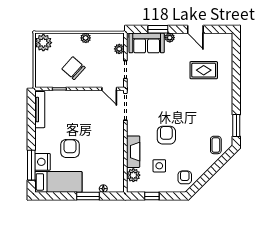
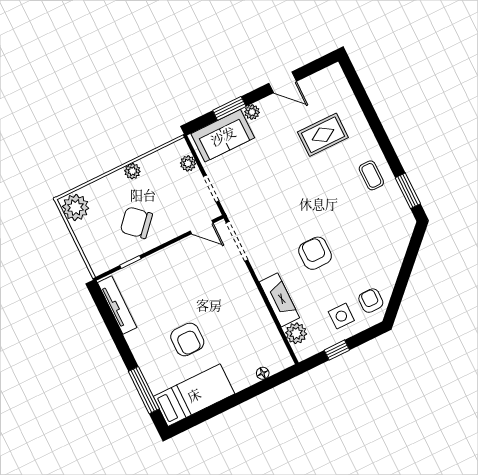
coffee table: (216, 145) -> (371, 175), moved
armchair: (70, 149) -> (187, 339), turned 180
nightstand: (43, 162) -> (157, 378), removed
side table: (159, 166) -> (341, 316), moved
window: (88, 196) -> (246, 395), removed

